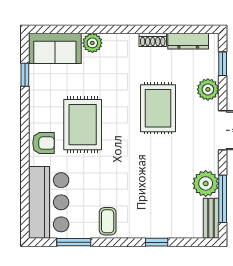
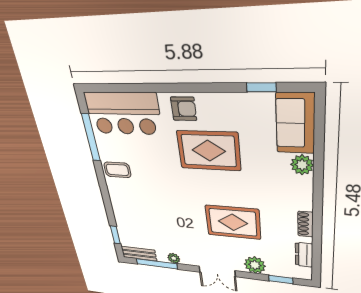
dresser: (188, 41) -> (304, 255), width x0.70
armchair: (44, 143) -> (184, 109), turned -90
plant: (206, 183) -> (174, 258), width x0.53, depth x0.53
window: (74, 242) -> (91, 138), width x1.44
window: (157, 242) -> (115, 235), moved

